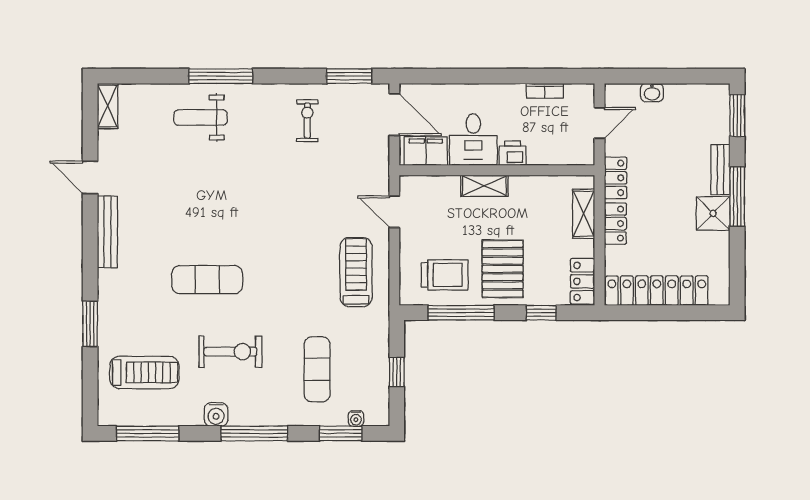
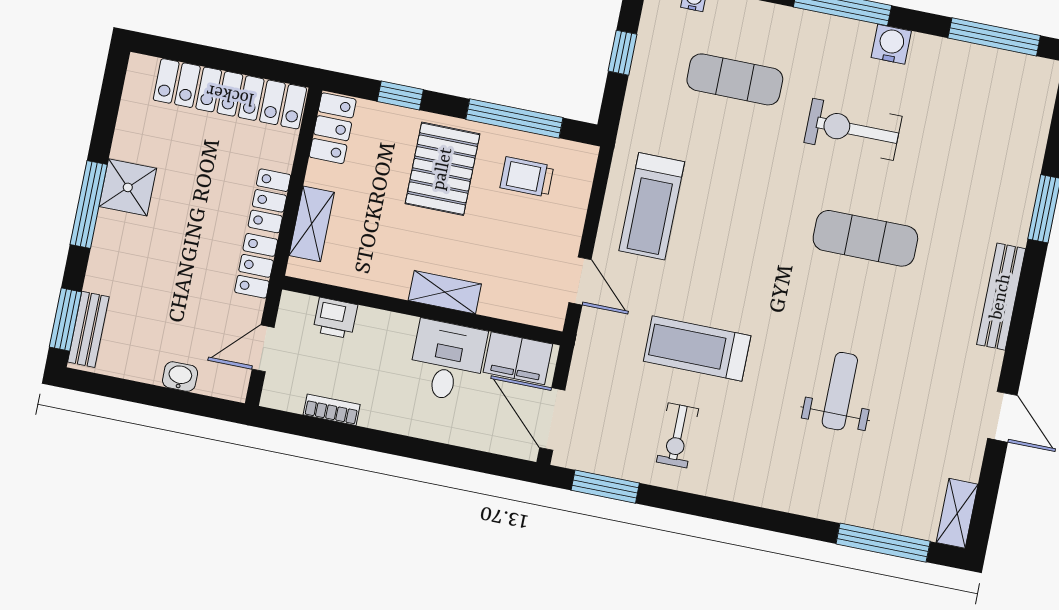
window: (221, 76) -> (883, 543), moved
weight bench: (201, 118) -> (840, 391), moved, turned -90
printer: (513, 153) -> (335, 318), moved
bench: (720, 170) -> (88, 329), moved
bench: (107, 232) -> (1001, 297), moved
trolley: (445, 275) -> (527, 177), width x0.73, depth x0.72
exercise mat: (317, 369) -> (735, 79), turned 90
treadmill: (144, 372) -> (697, 349), moved

